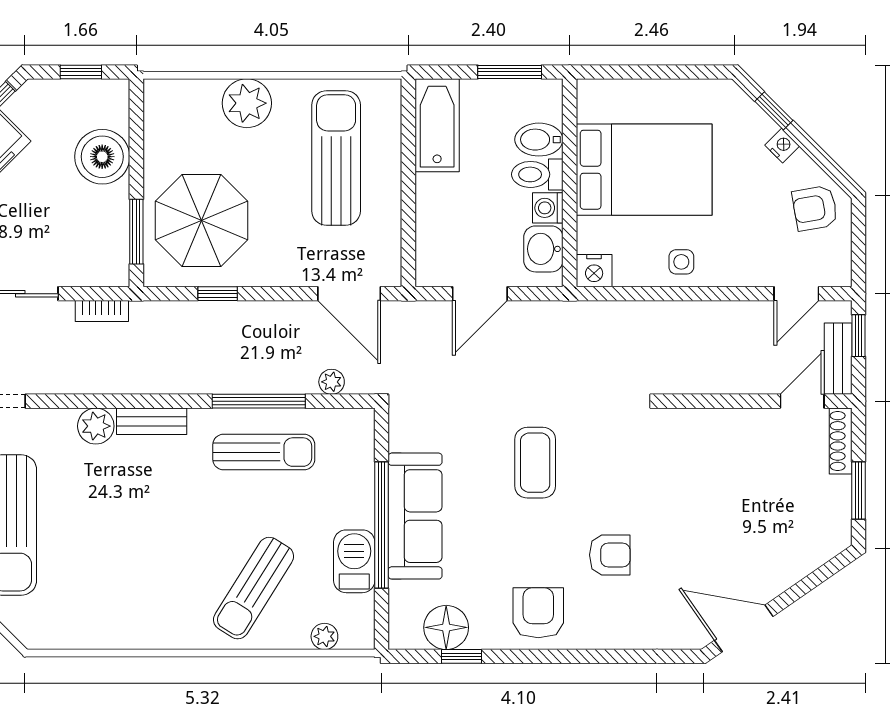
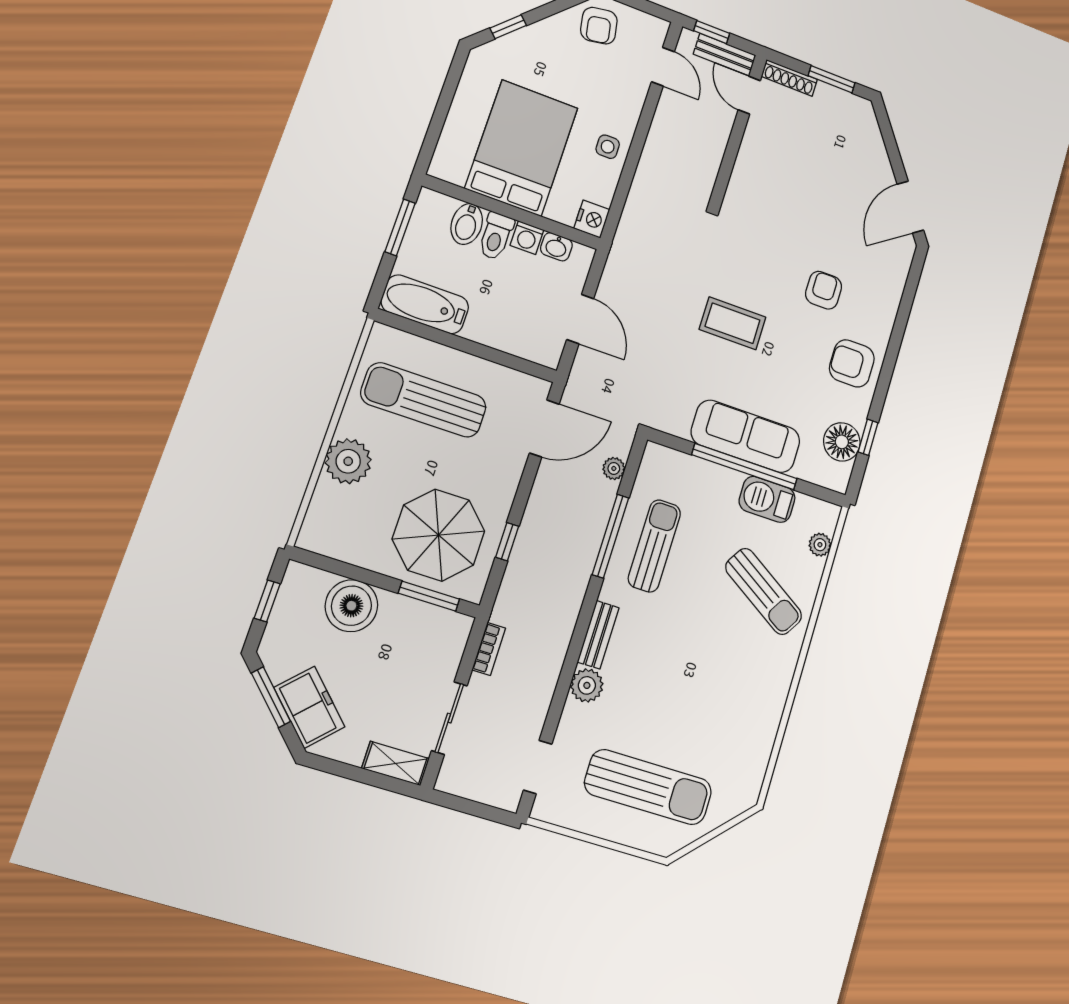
nightstand: (782, 146) -> (539, 31), removed
washbasin: (543, 249) -> (556, 247), width x0.72, depth x0.69

